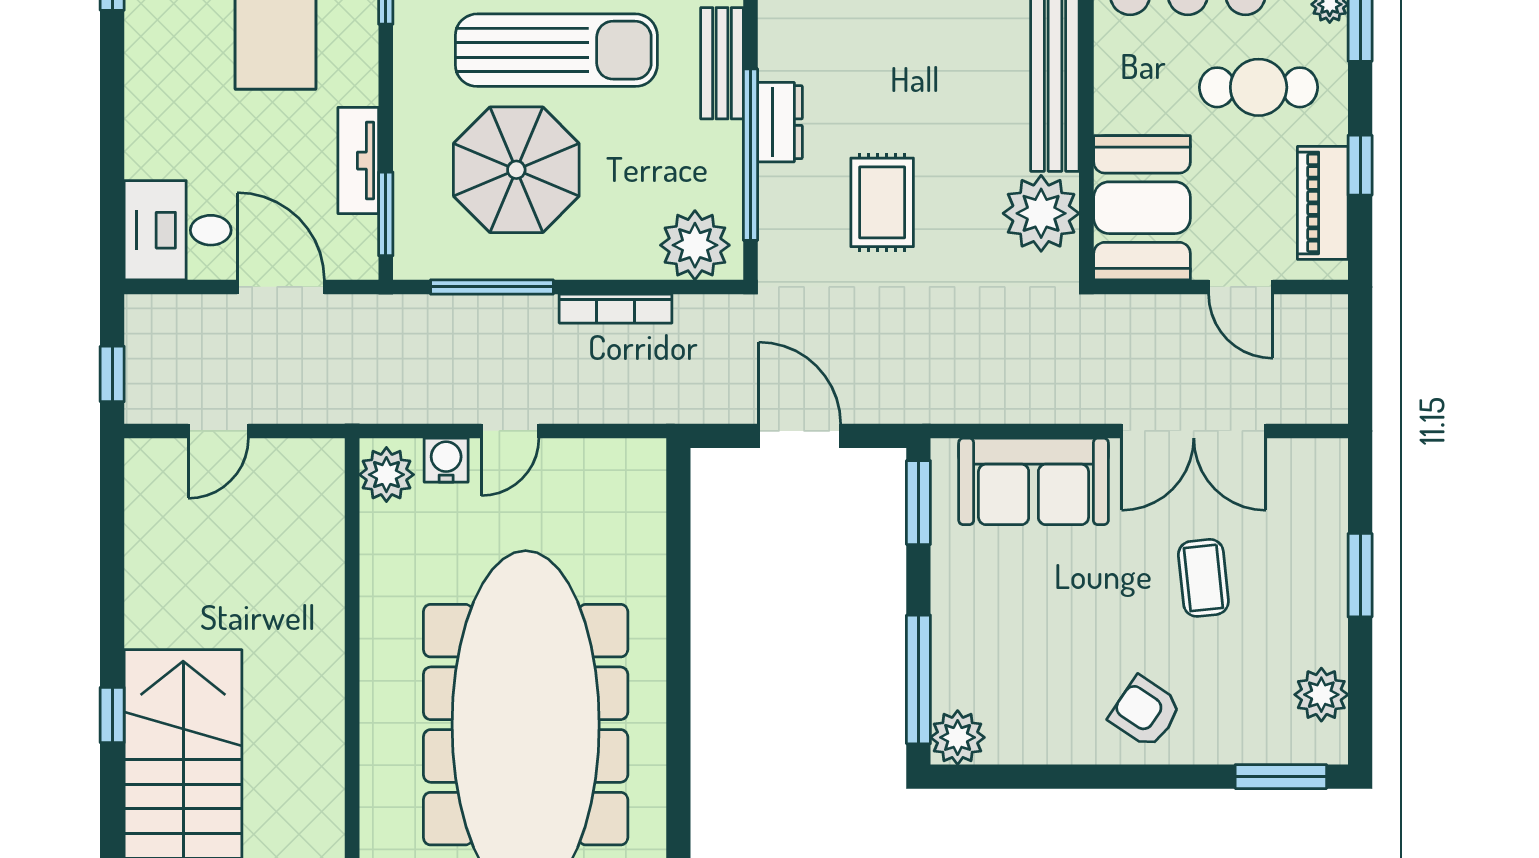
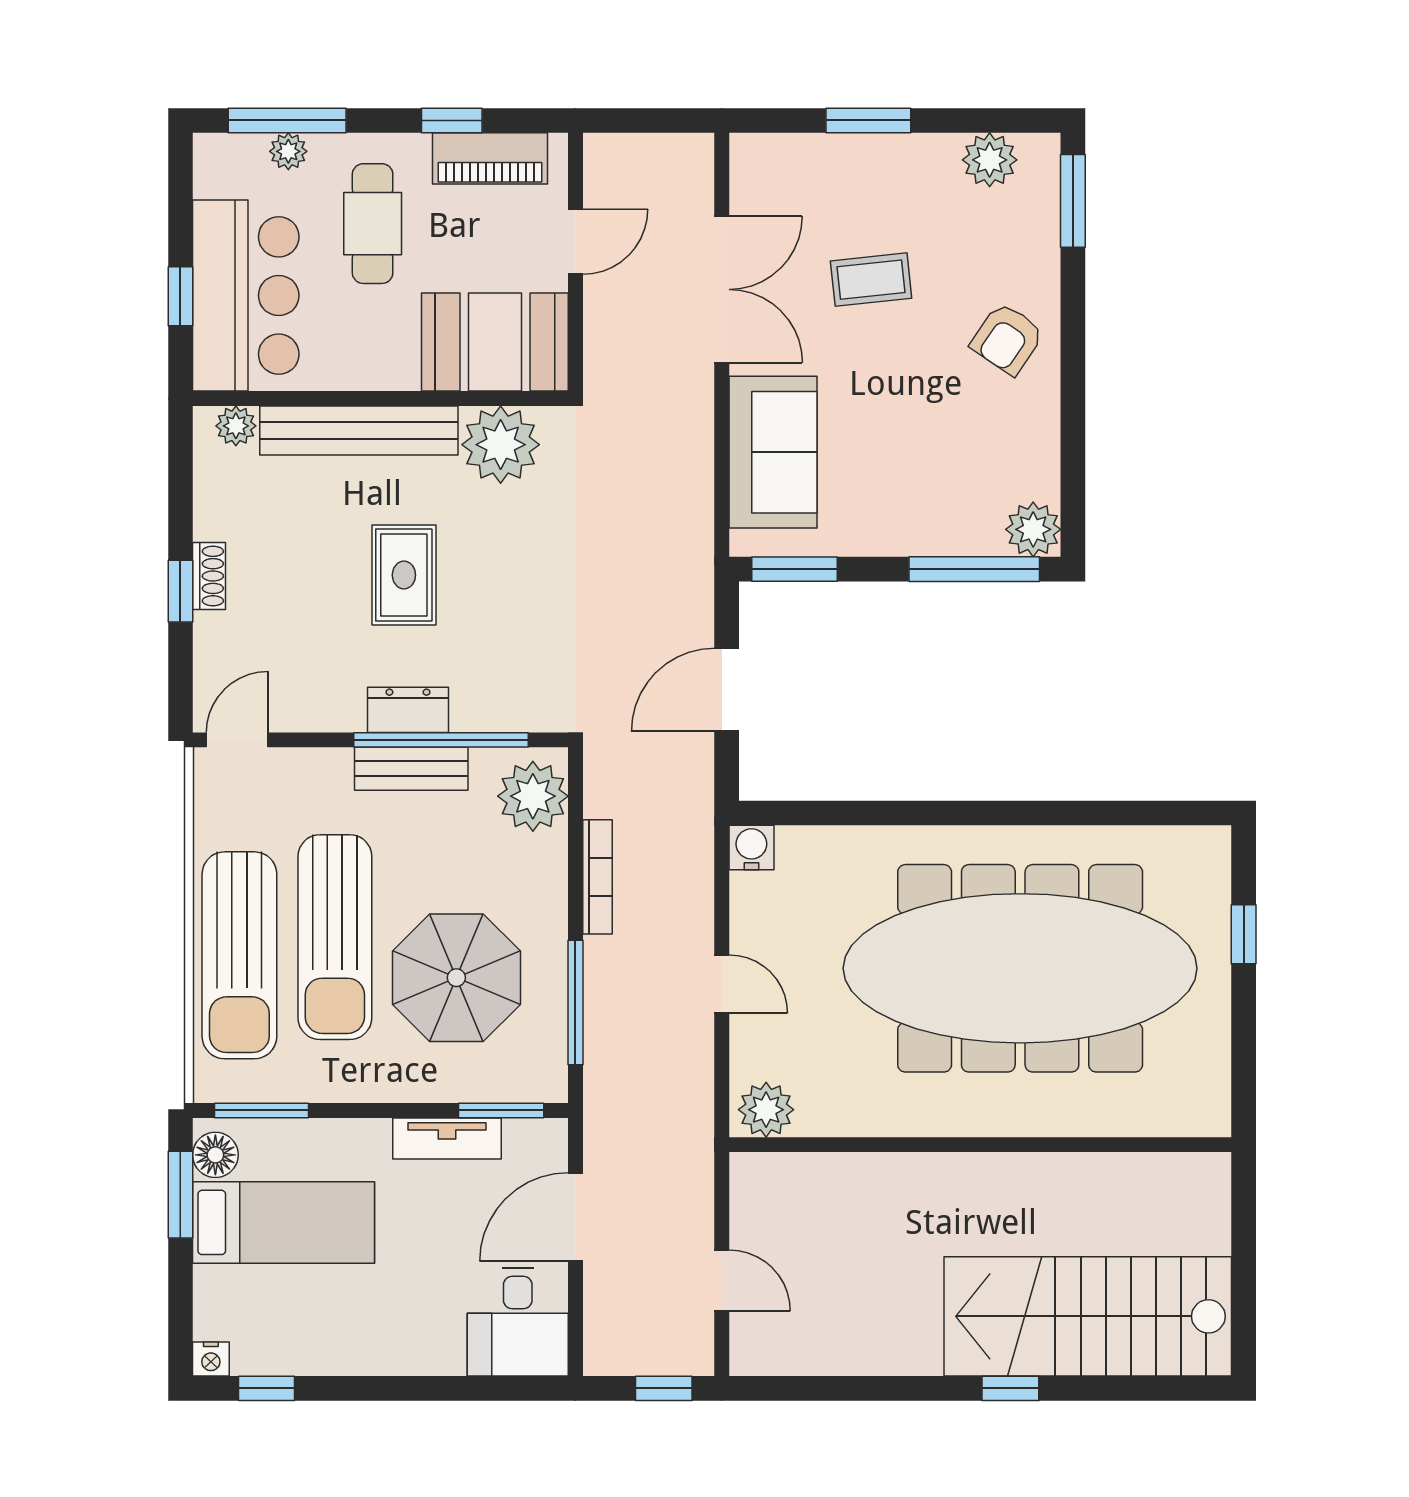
sun lounger: (556, 50) -> (335, 937), turned 180
bench: (722, 63) -> (411, 769), moved
rug: (882, 202) -> (404, 575), moved, turned 90
water cooler: (446, 460) -> (751, 847), moved, turned 90

